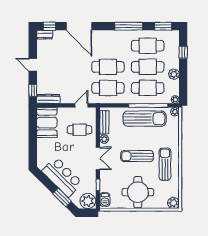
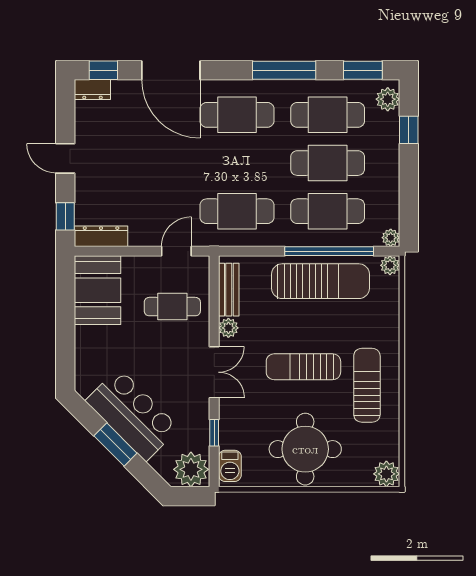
cafe table: (108, 67) -> (237, 115), moved
plant: (174, 74) -> (388, 99), moved
window: (62, 197) -> (115, 445), moved

